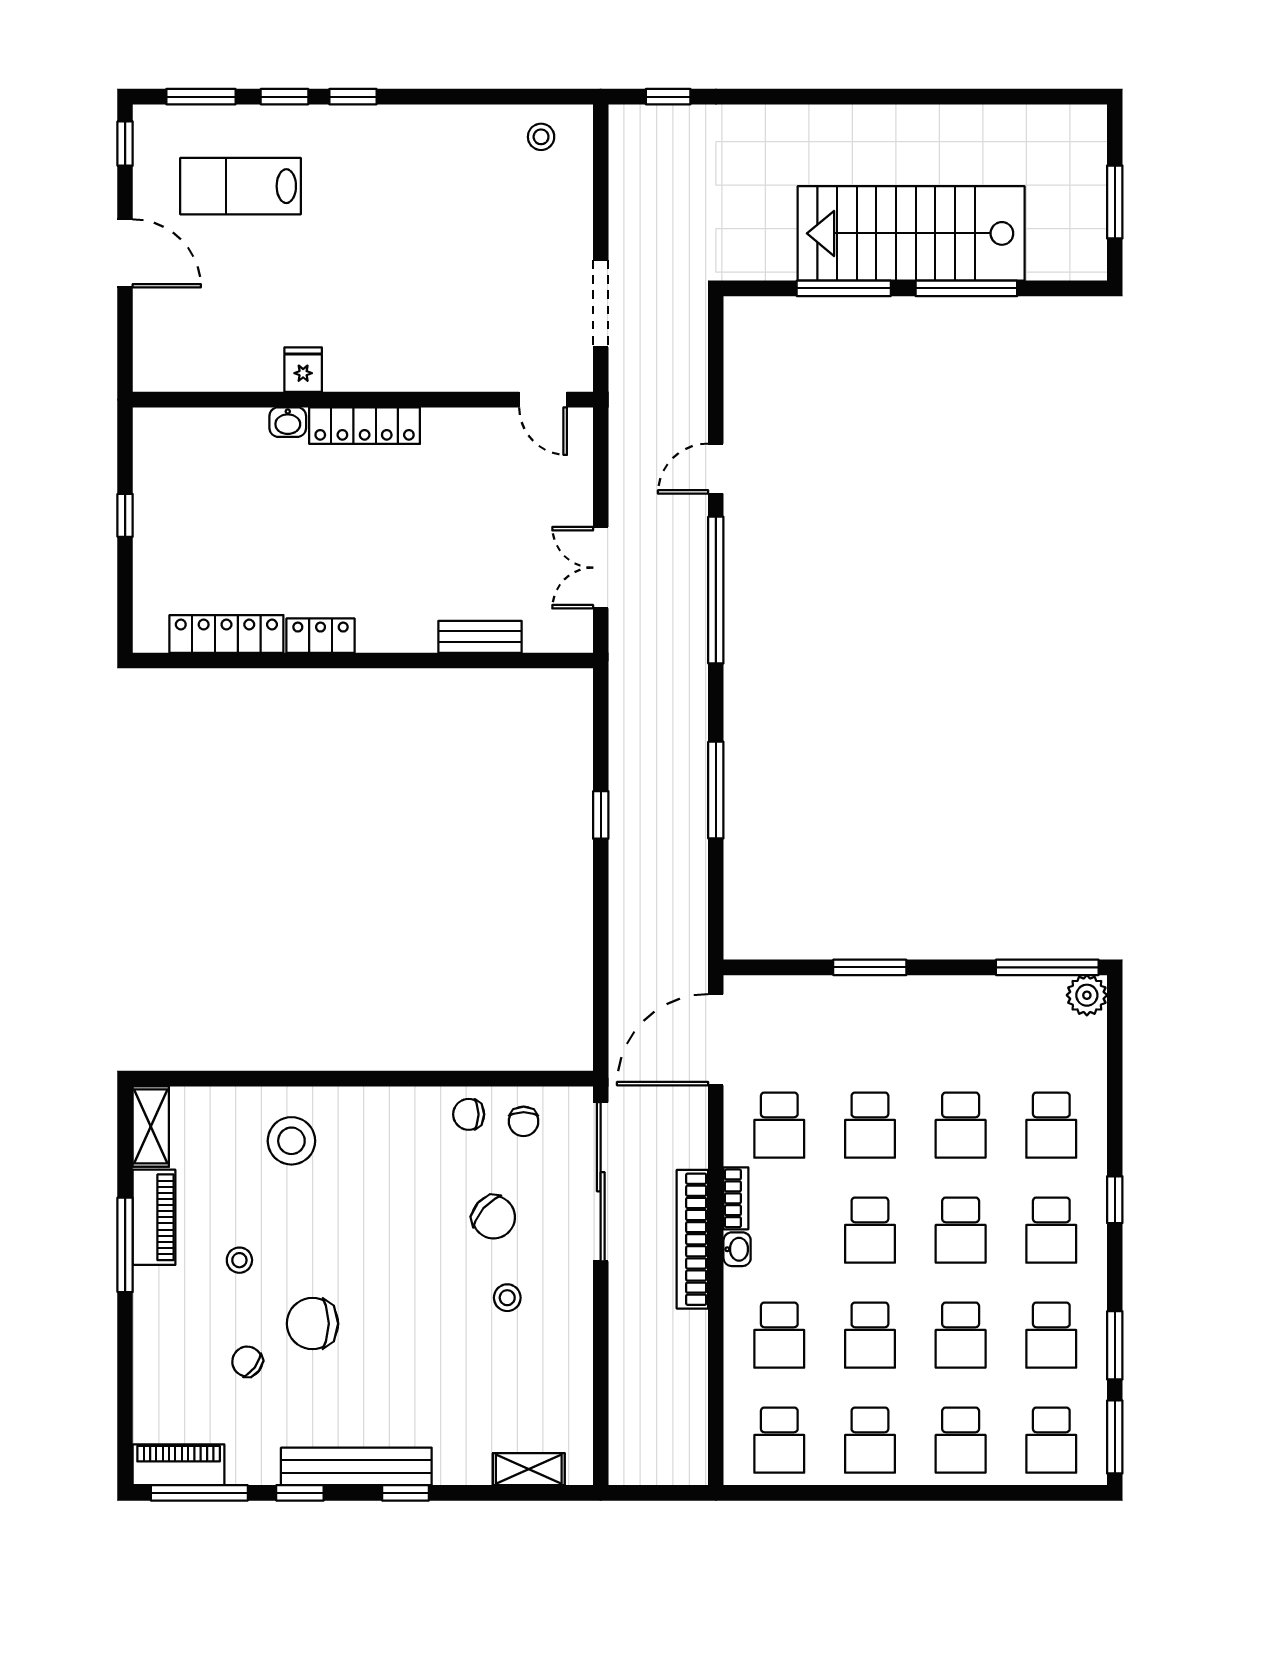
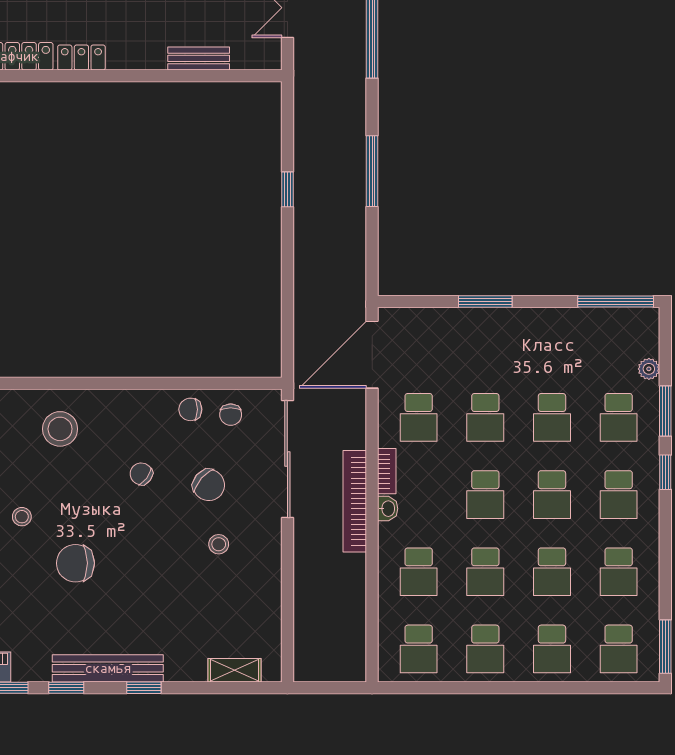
plant: (1087, 995) -> (649, 369), moved, width x0.73, depth x0.73
window: (1115, 1345) -> (665, 411), moved
chair: (247, 1362) -> (141, 474), moved

